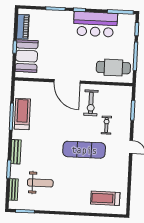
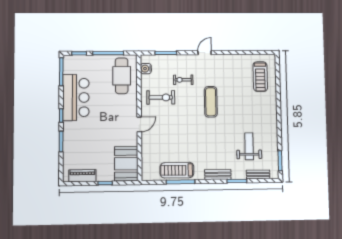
booth: (27, 56) -> (126, 164), moved, turned 90
door: (67, 81) -> (139, 124), width x0.53
water cooler: (119, 91) -> (146, 69), added
exercise mat: (84, 150) -> (211, 102), width x0.73, depth x0.69

